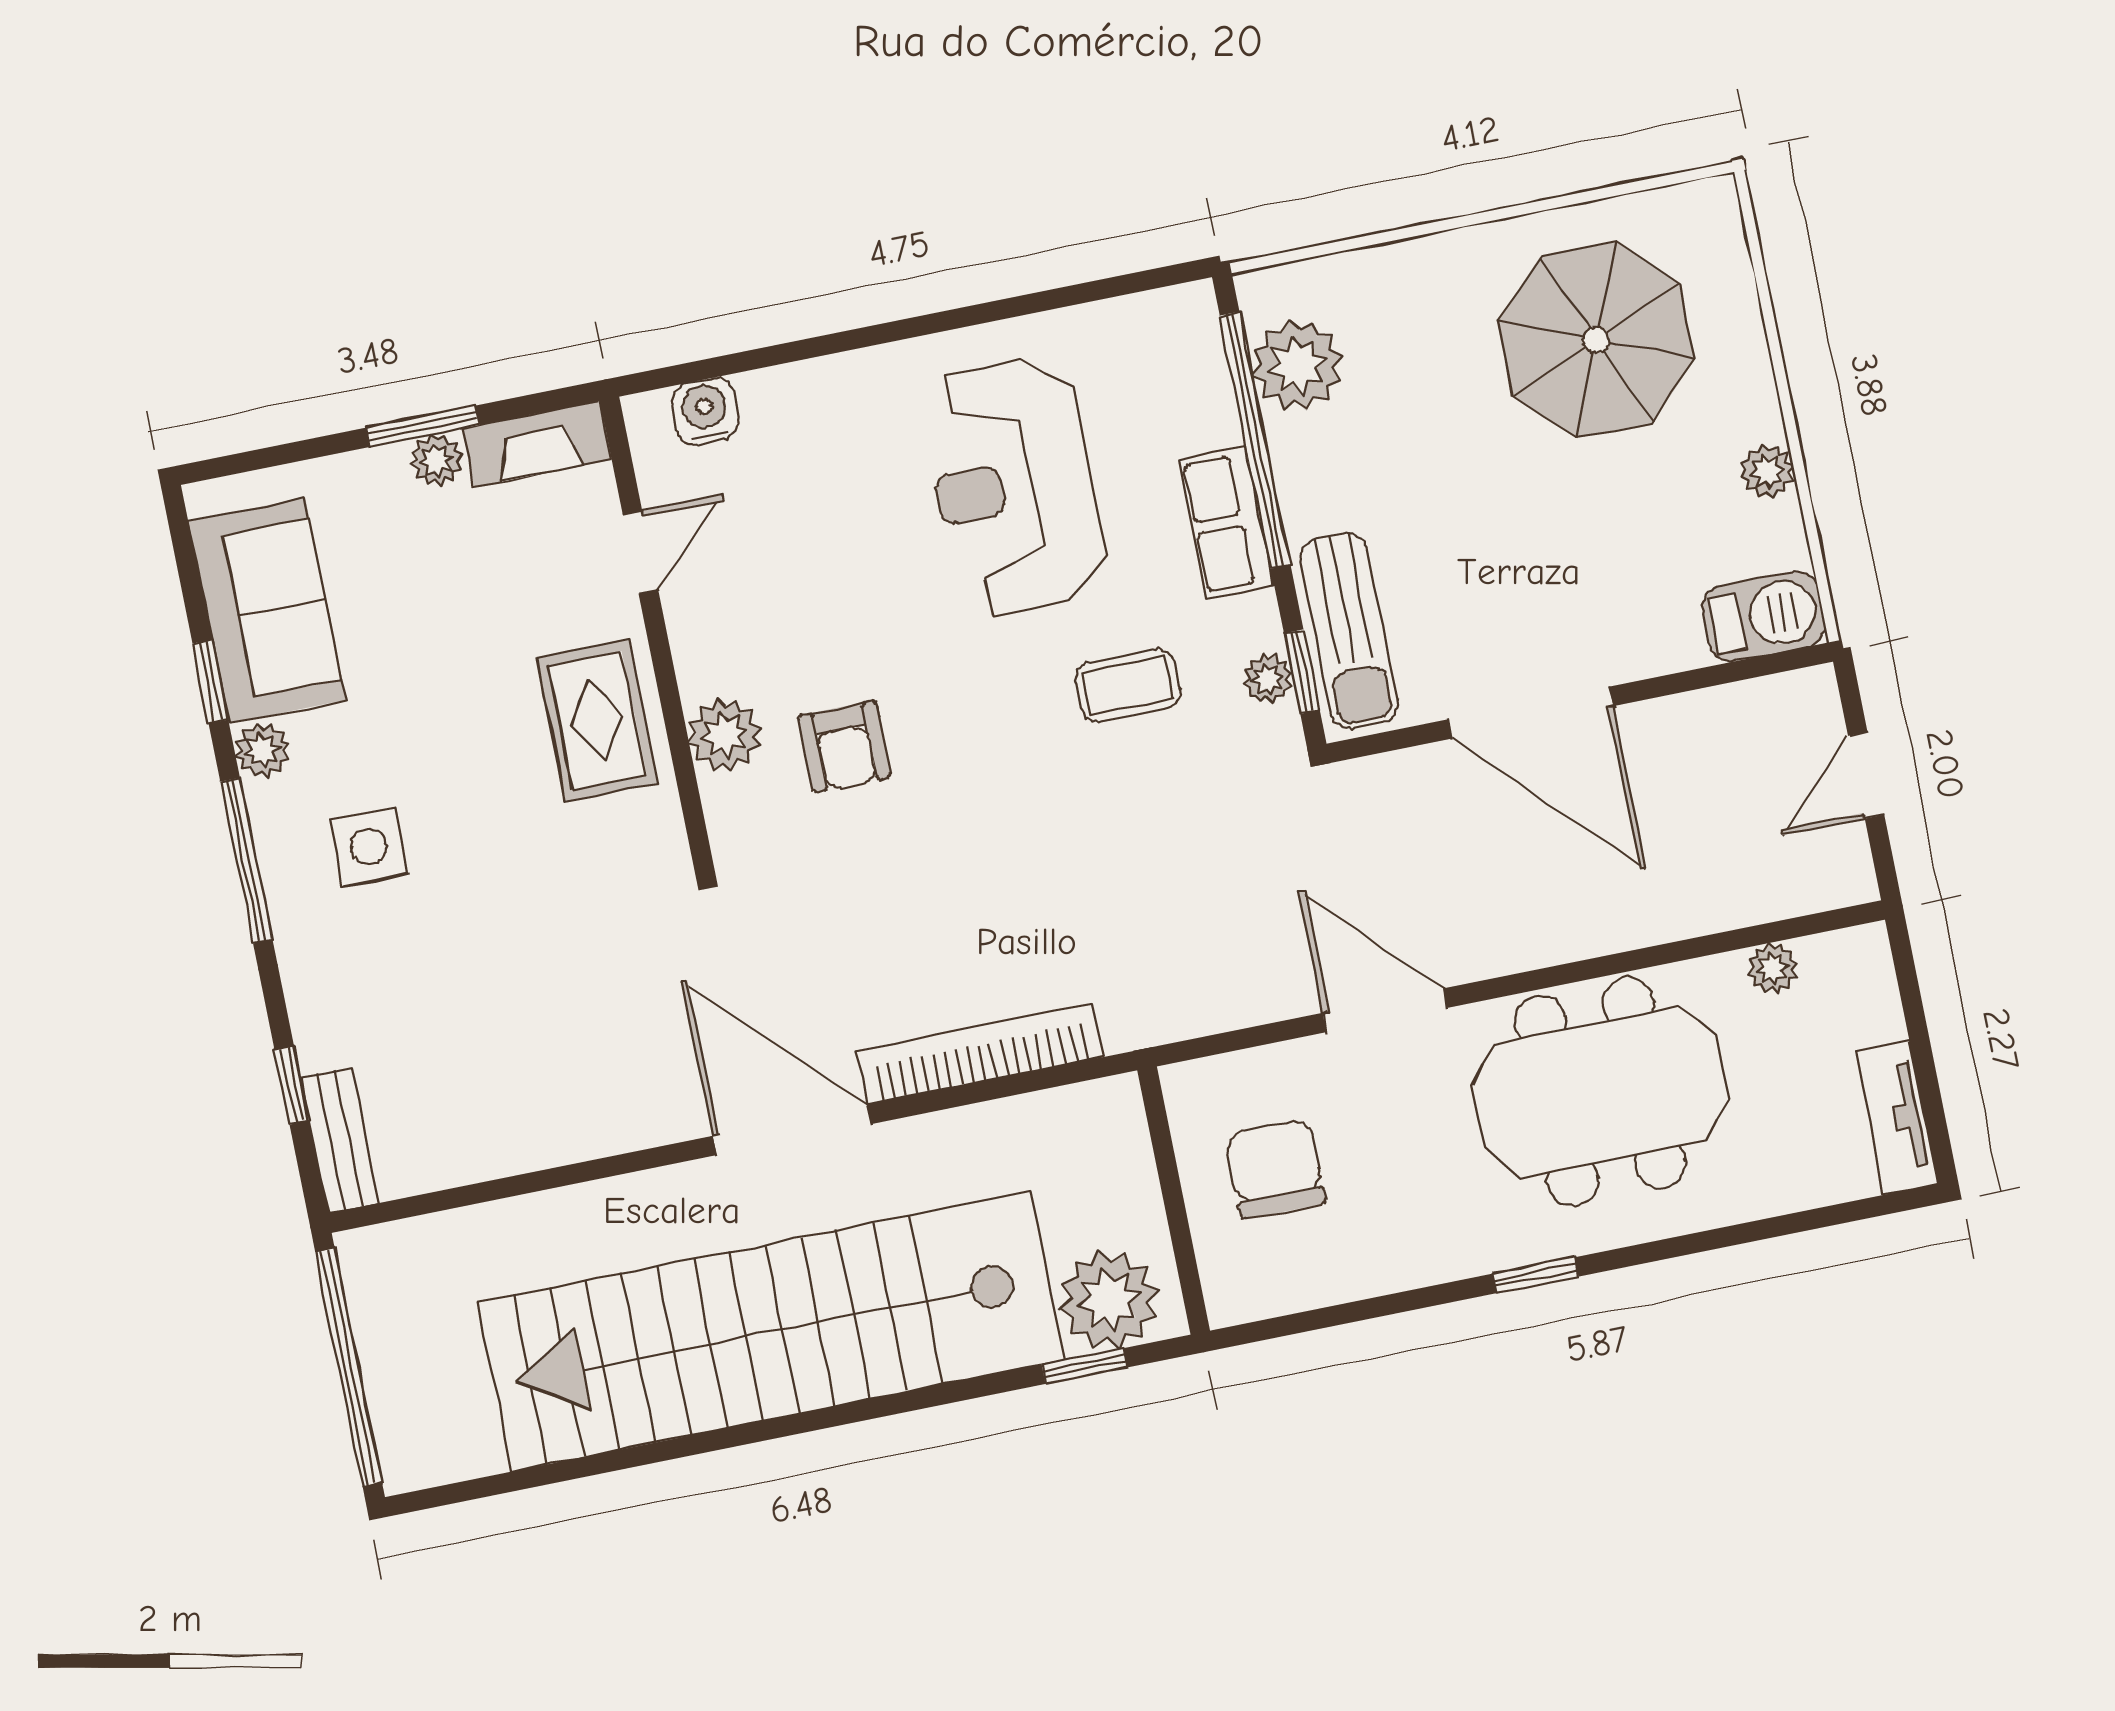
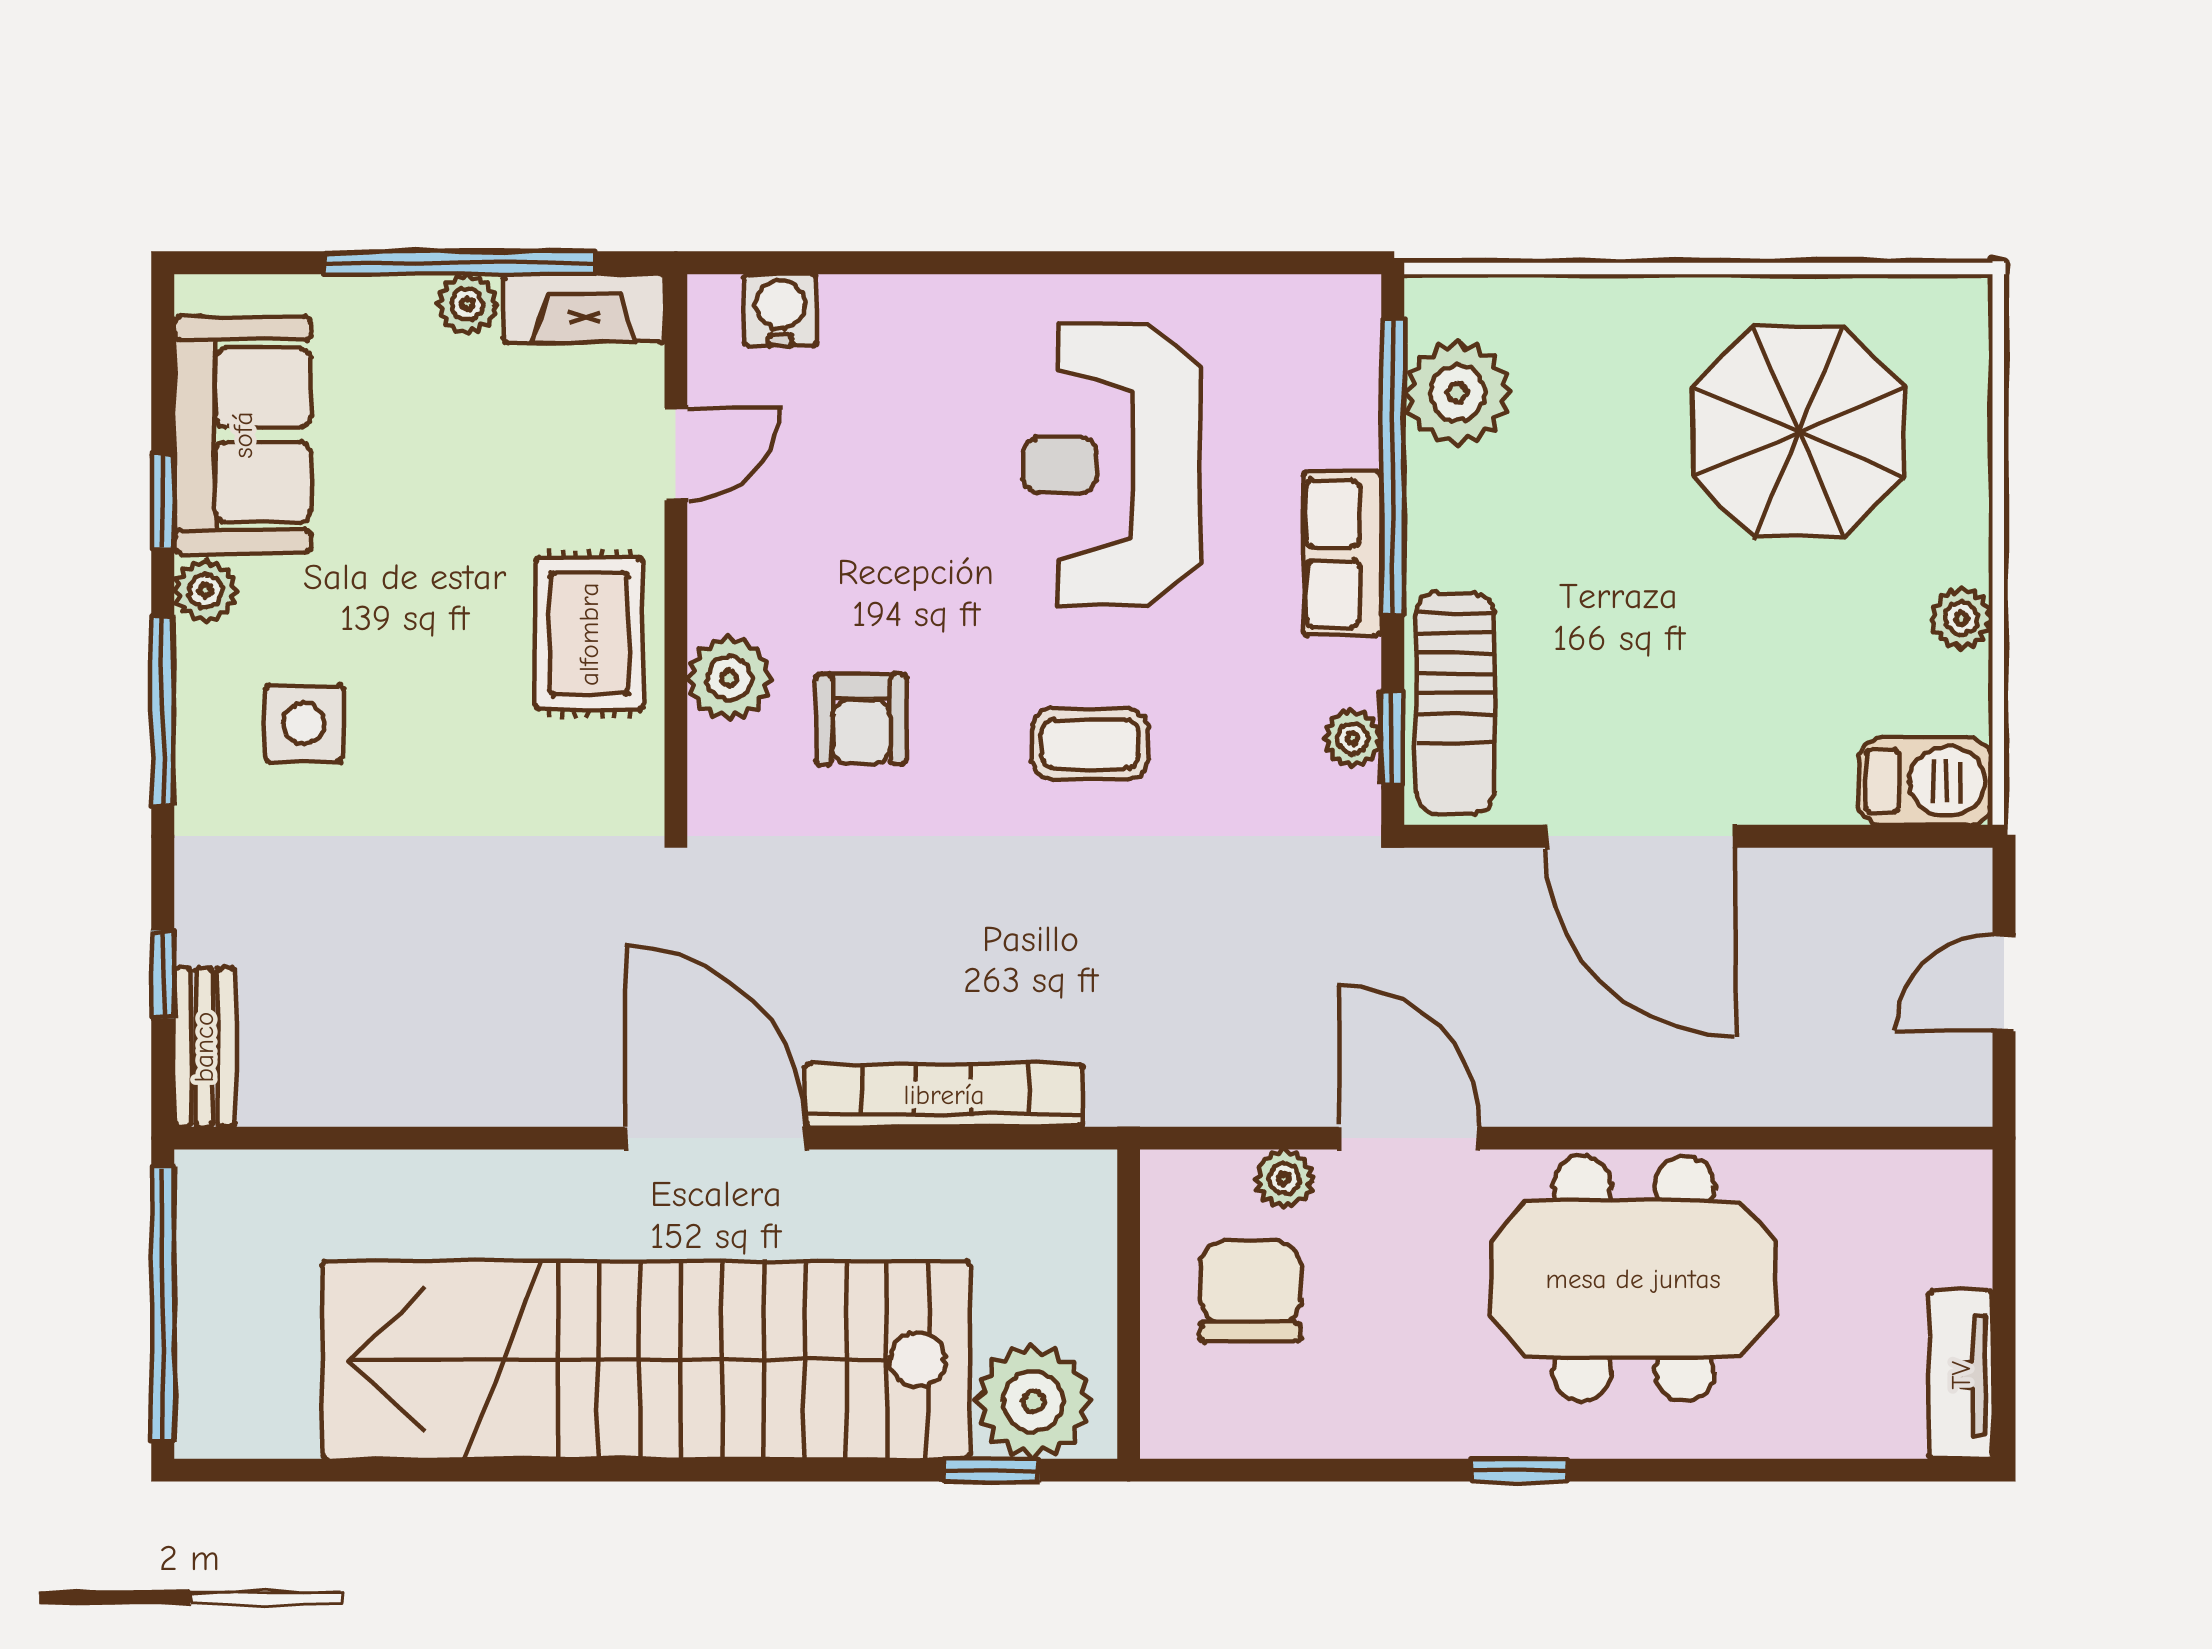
window: (423, 426) -> (460, 263), width x2.11
coffee table: (1128, 685) -> (1090, 744), moved
plant: (1773, 968) -> (1284, 1179), moved

